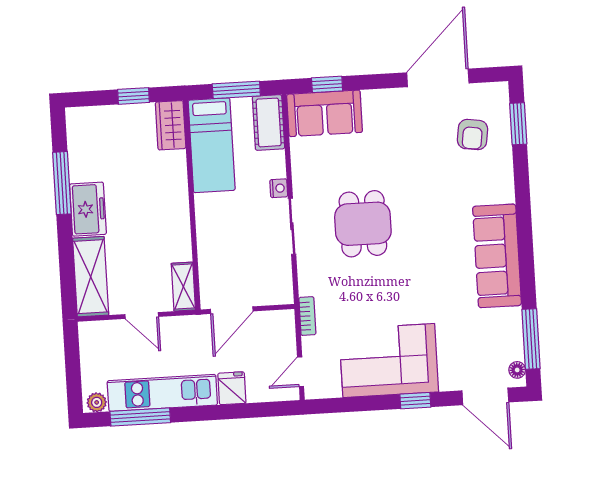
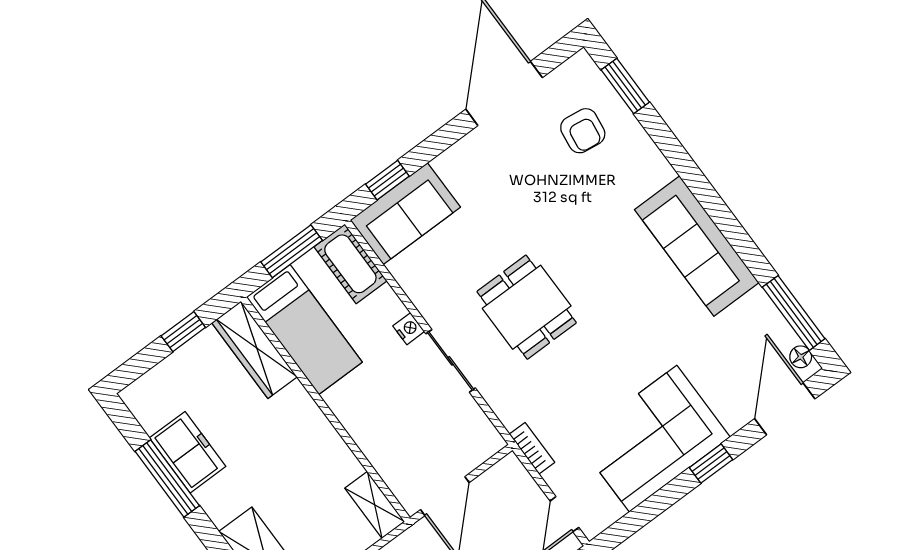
wardrobe: (171, 125) -> (254, 350), width x1.50
freezer: (88, 209) -> (188, 452), moved
door: (485, 396) -> (785, 409), swing flipped

